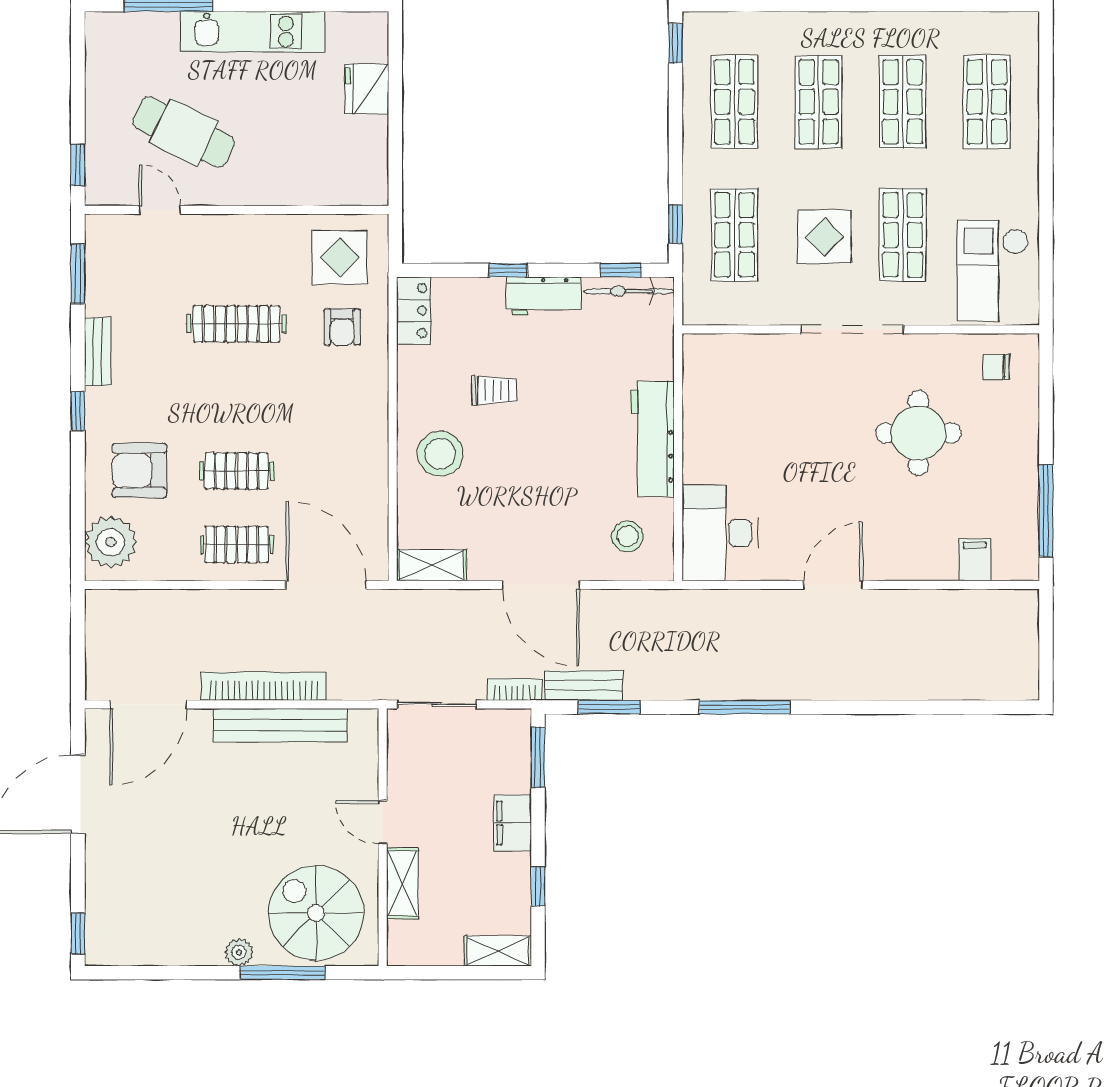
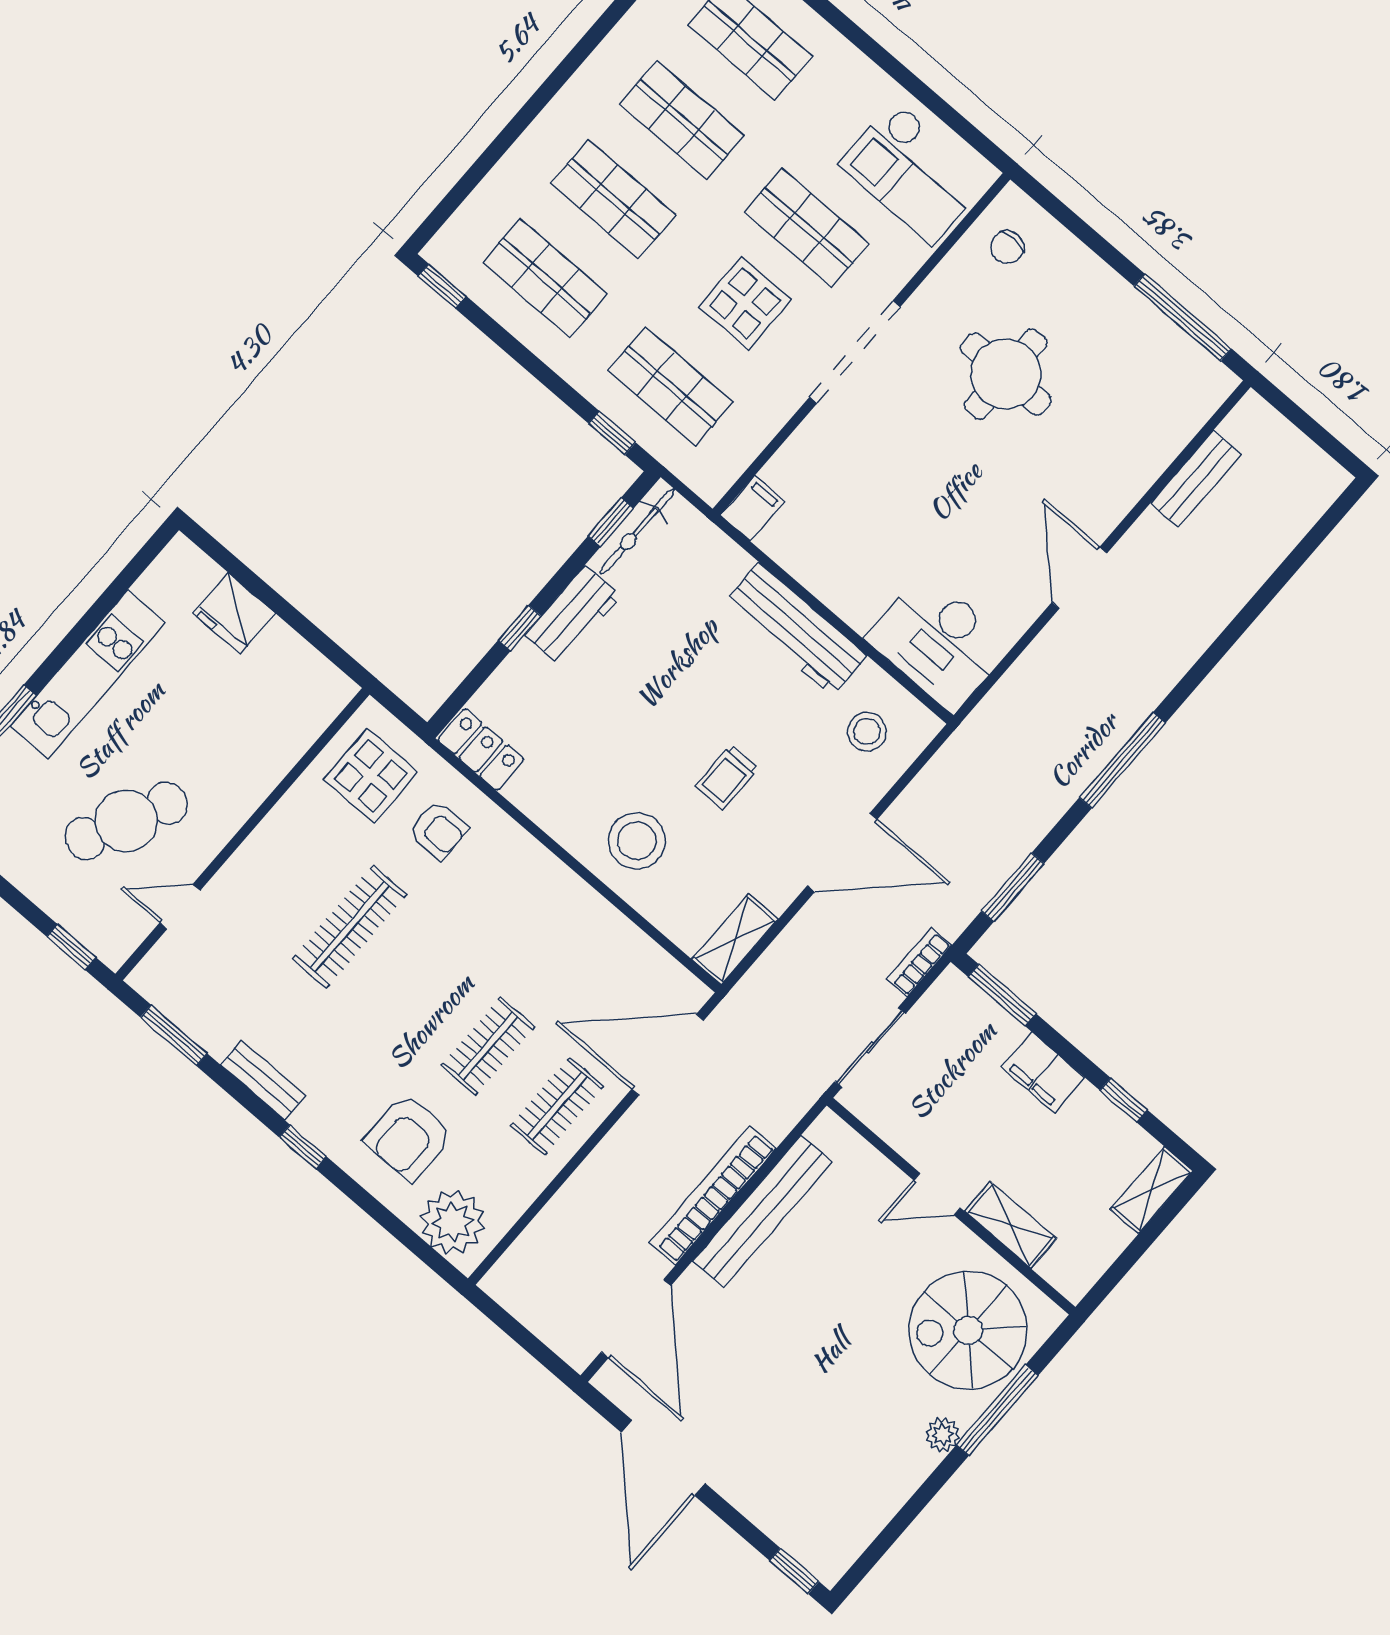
trolley: (494, 390) -> (727, 777), moved, turned 180
filing cabinet: (975, 560) -> (752, 508), moved, turned 90
bench: (584, 686) -> (1196, 479), moved

